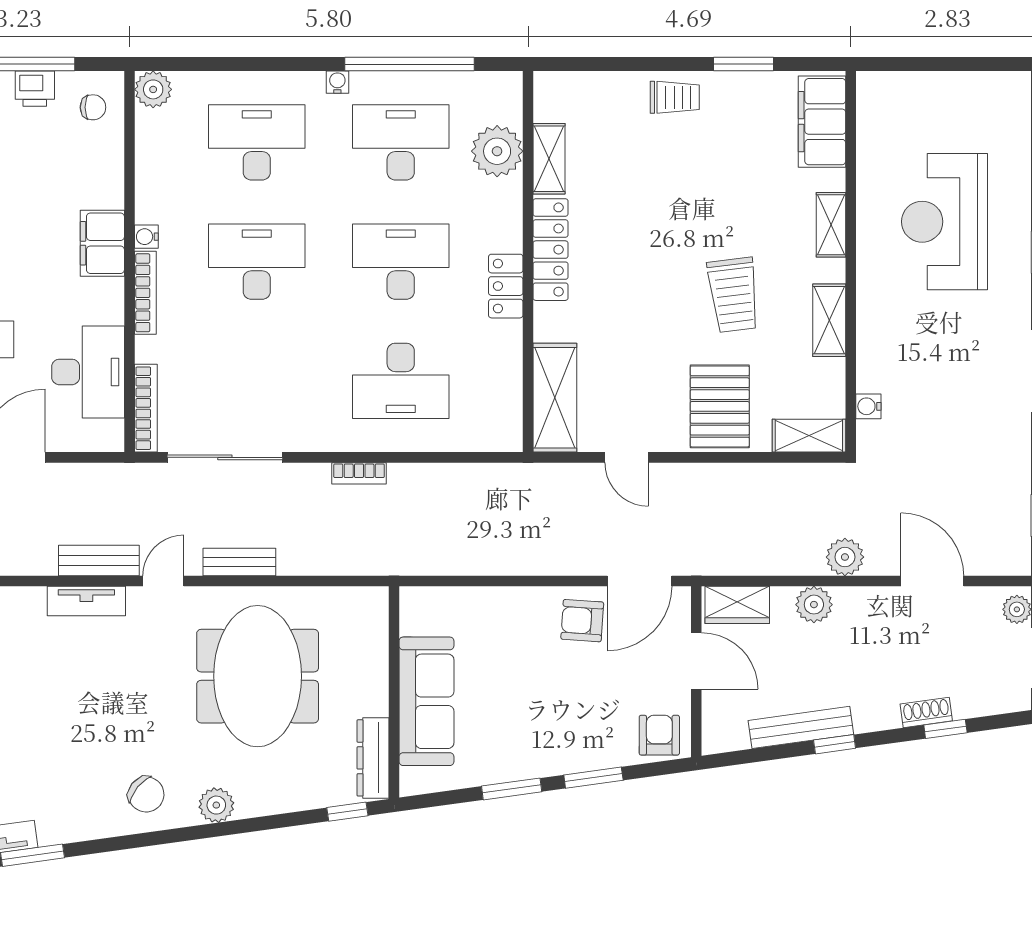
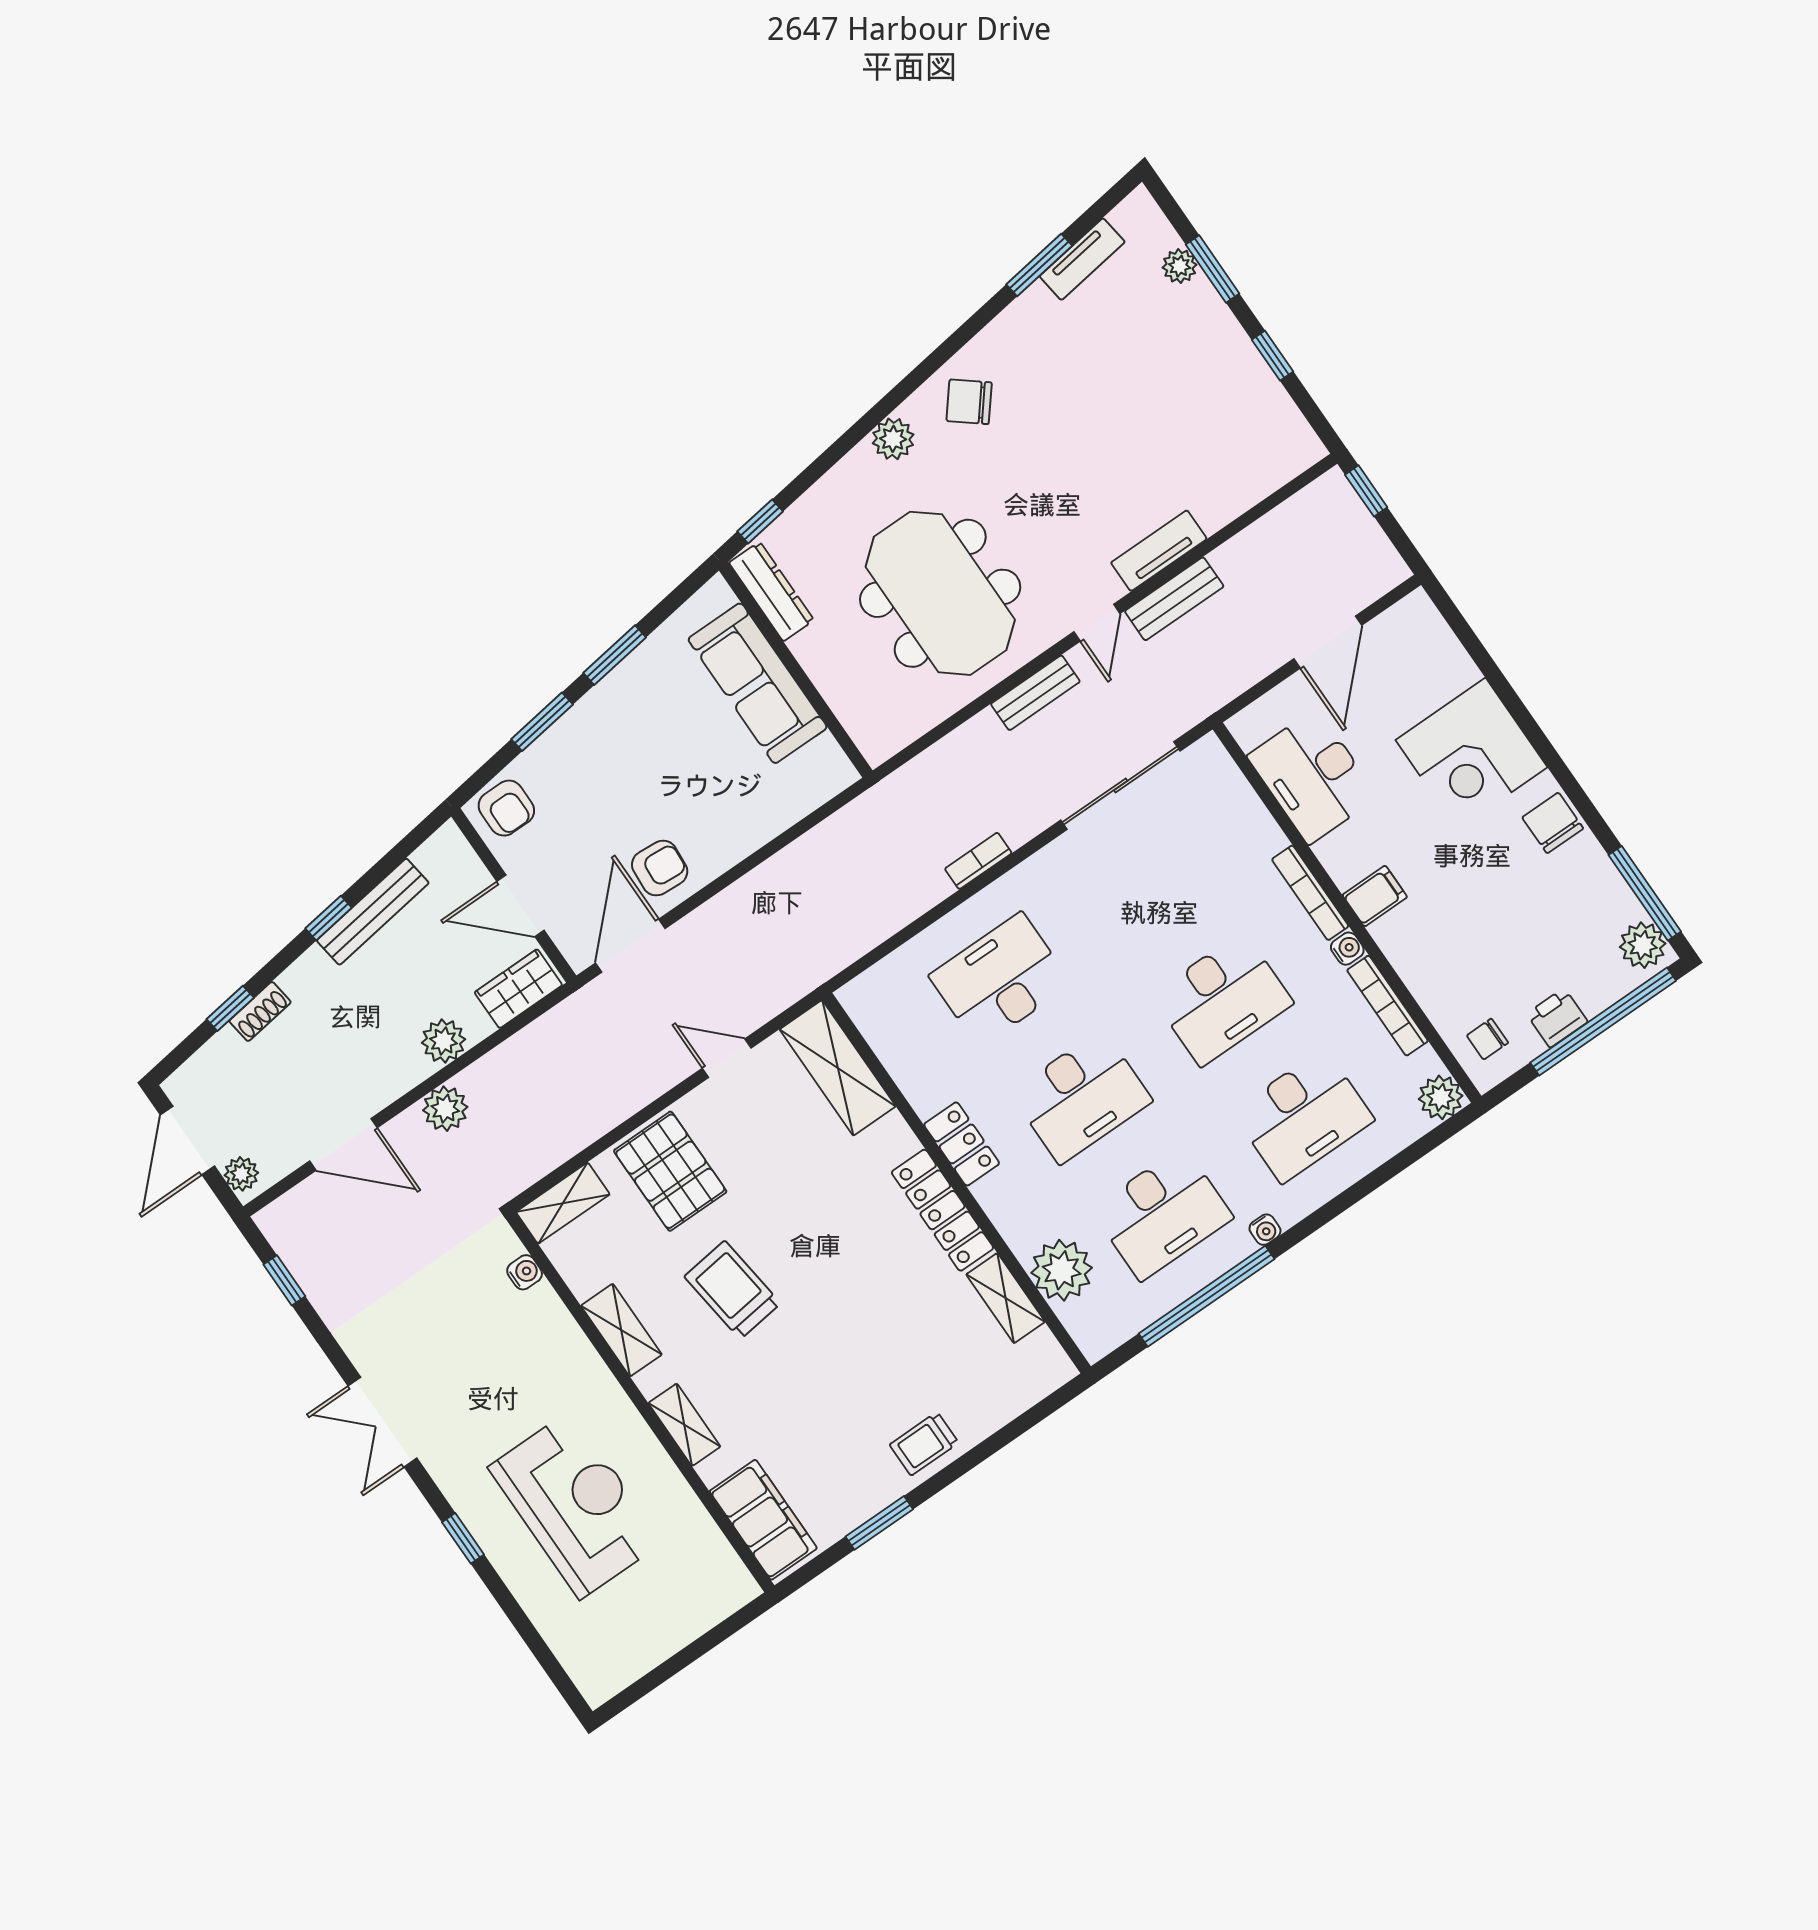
filing cabinet: (102, 243) -> (1375, 896), width x0.50
bookcase: (146, 408) -> (1387, 1006), moved

